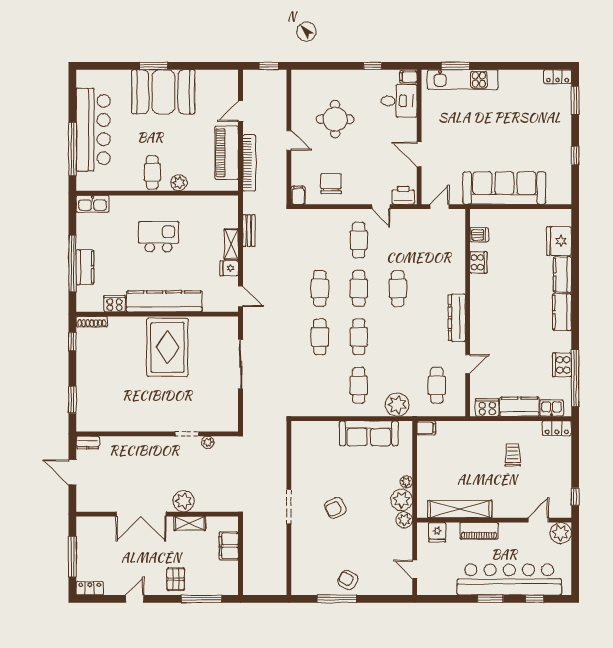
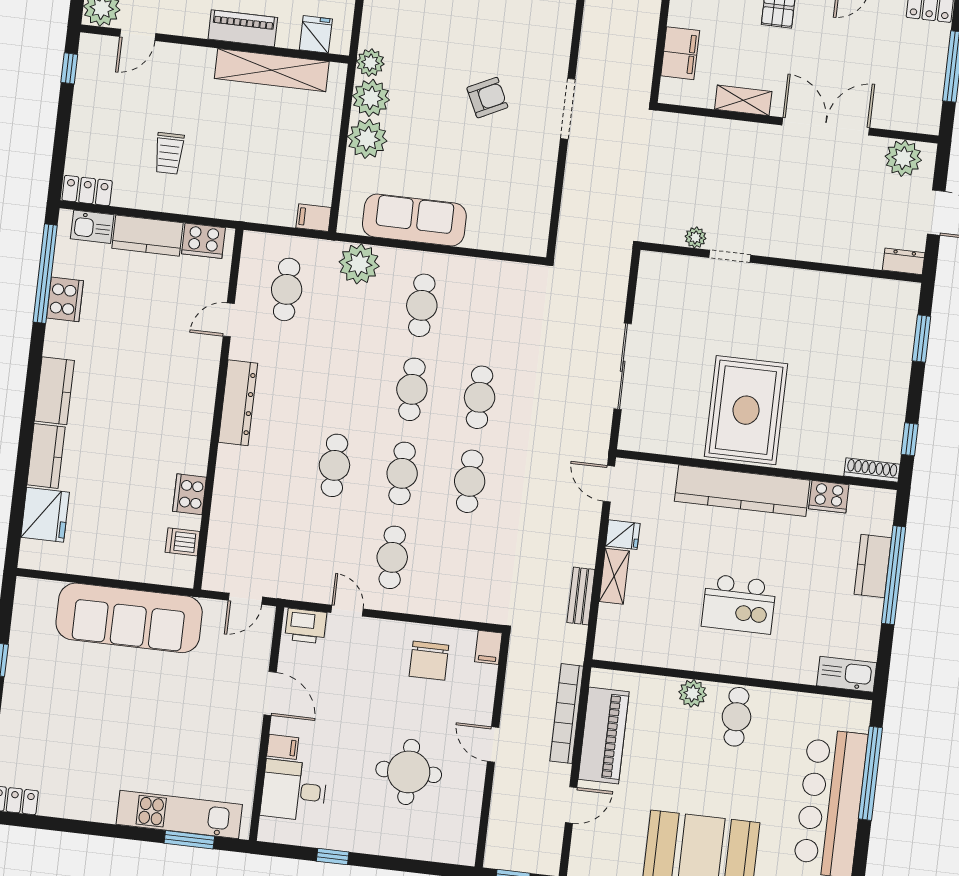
filing cabinet: (408, 77) -> (283, 747), moved
plant: (406, 482) -> (367, 139), width x1.88, depth x1.88
plant: (184, 501) -> (903, 158), moved

